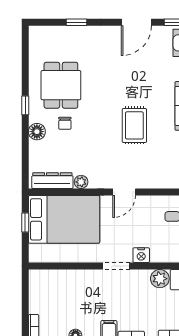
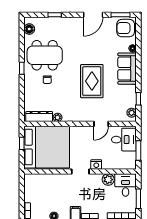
dining table: (61, 85) -> (45, 55), width x1.38
rug: (134, 125) -> (92, 81), width x1.36, depth x1.43
floor lamp: (37, 132) -> (29, 29), moved
door: (124, 192) -> (101, 124), moved
bed: (64, 219) -> (47, 147), width x1.36

